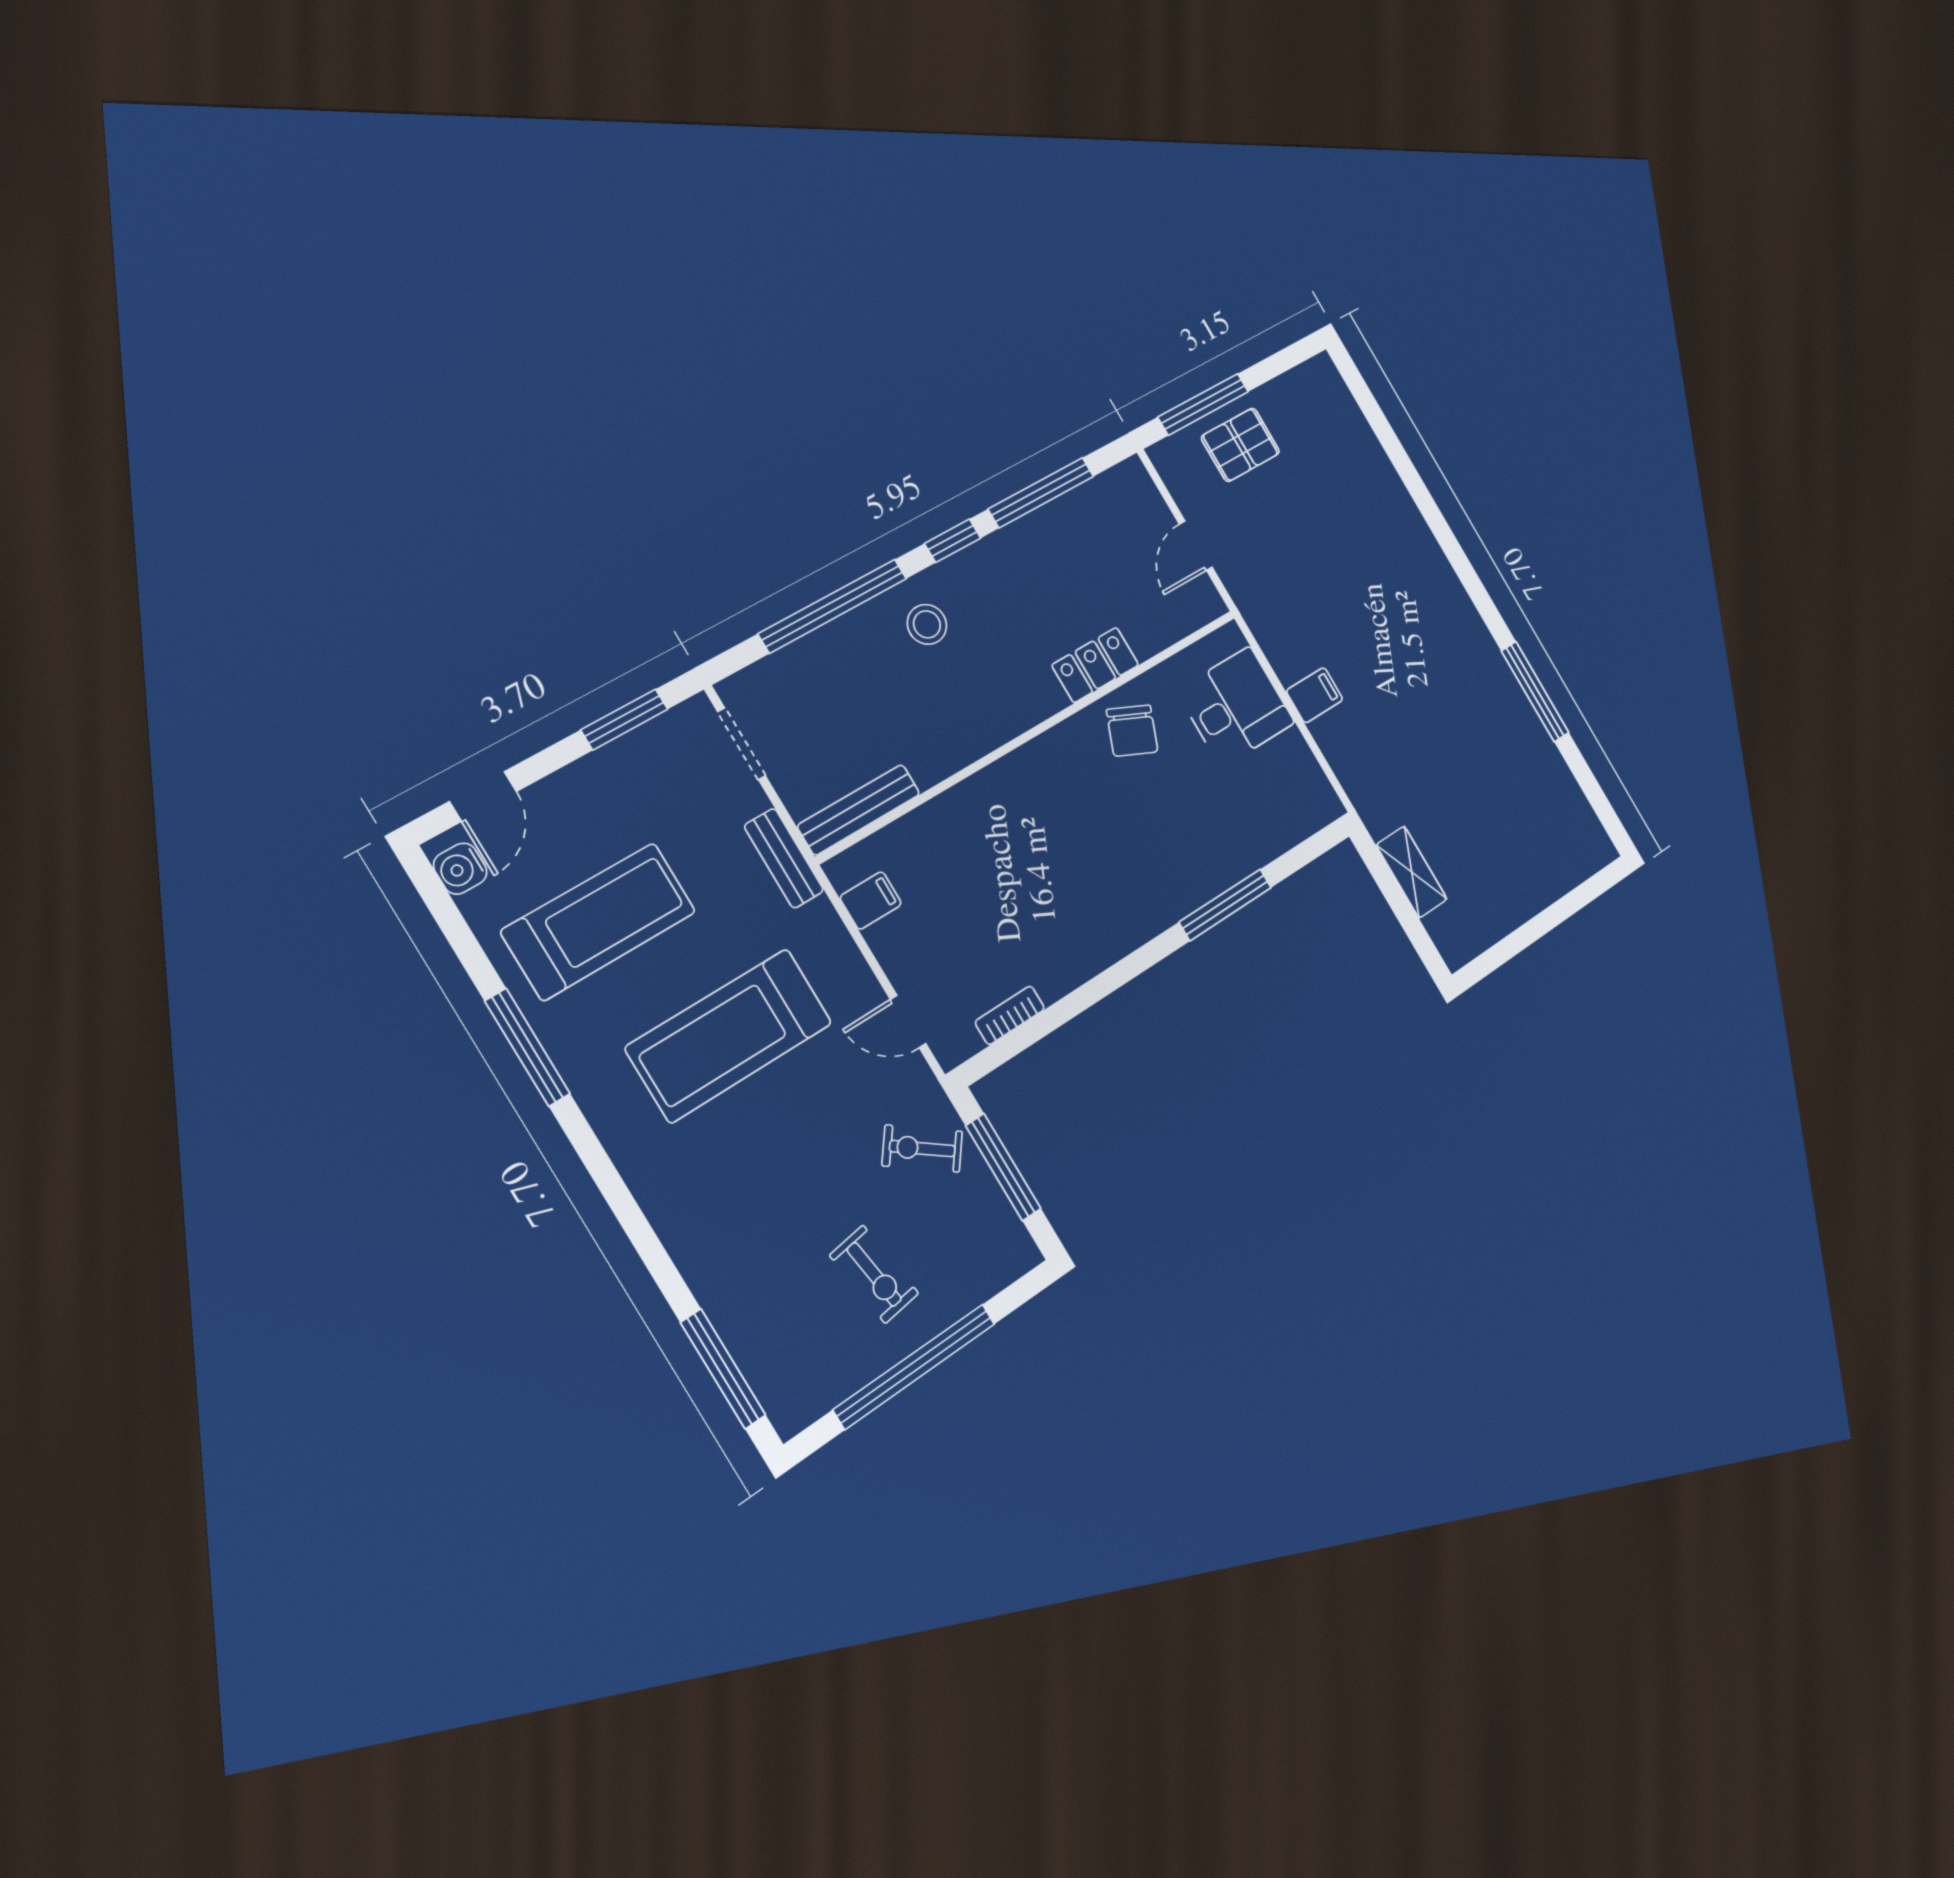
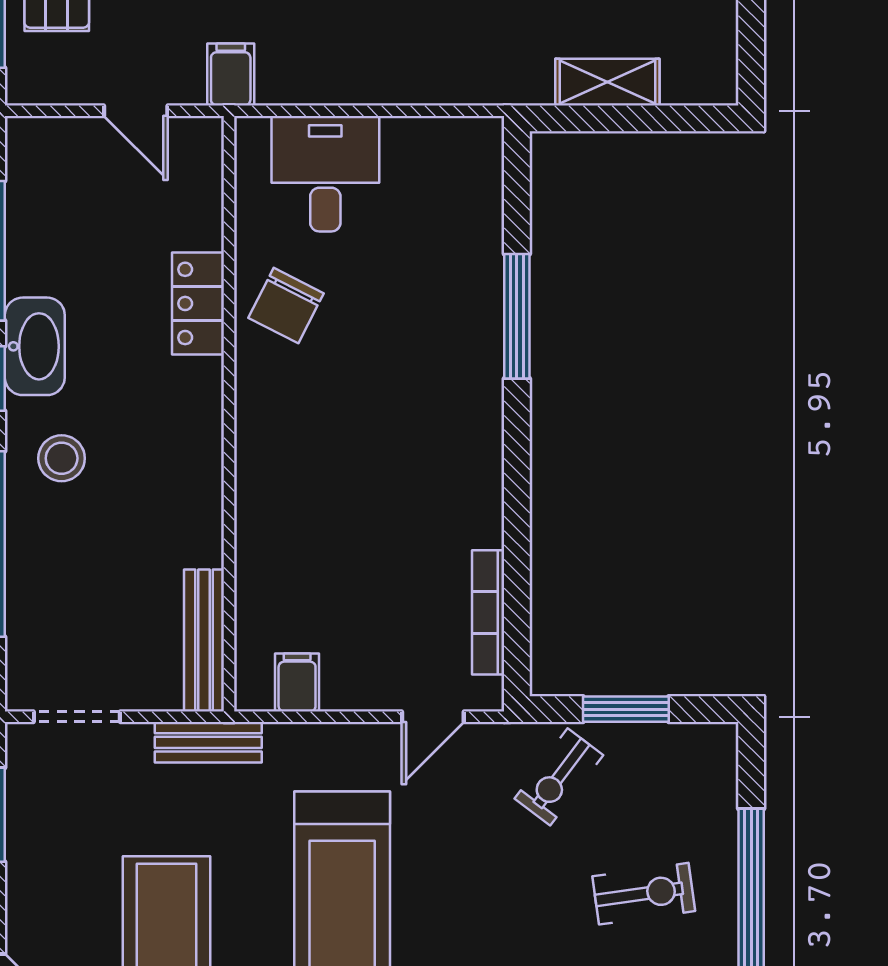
washbasin: (994, 560) -> (35, 346), added
filing cabinet: (1315, 695) -> (231, 74), moved
chair: (1132, 731) -> (286, 306), turned 94
bookcase: (1010, 1015) -> (488, 612), width x1.56
window: (1003, 1167) -> (626, 709), width x0.69

